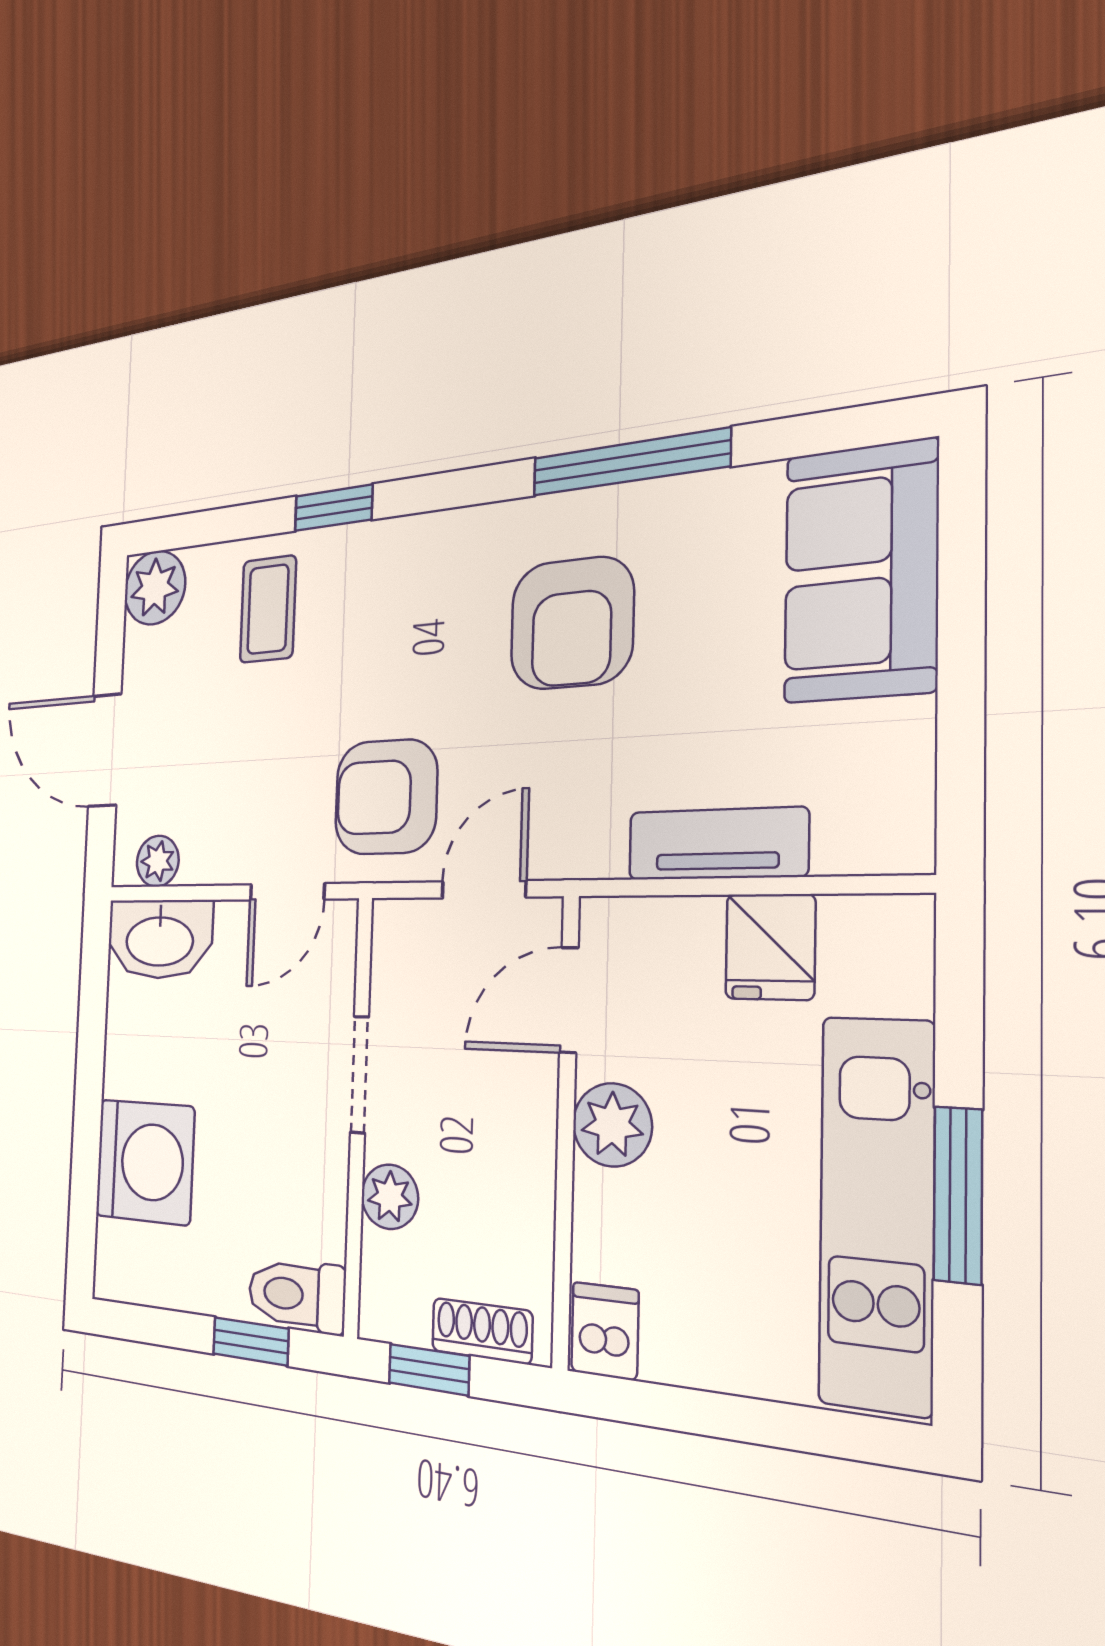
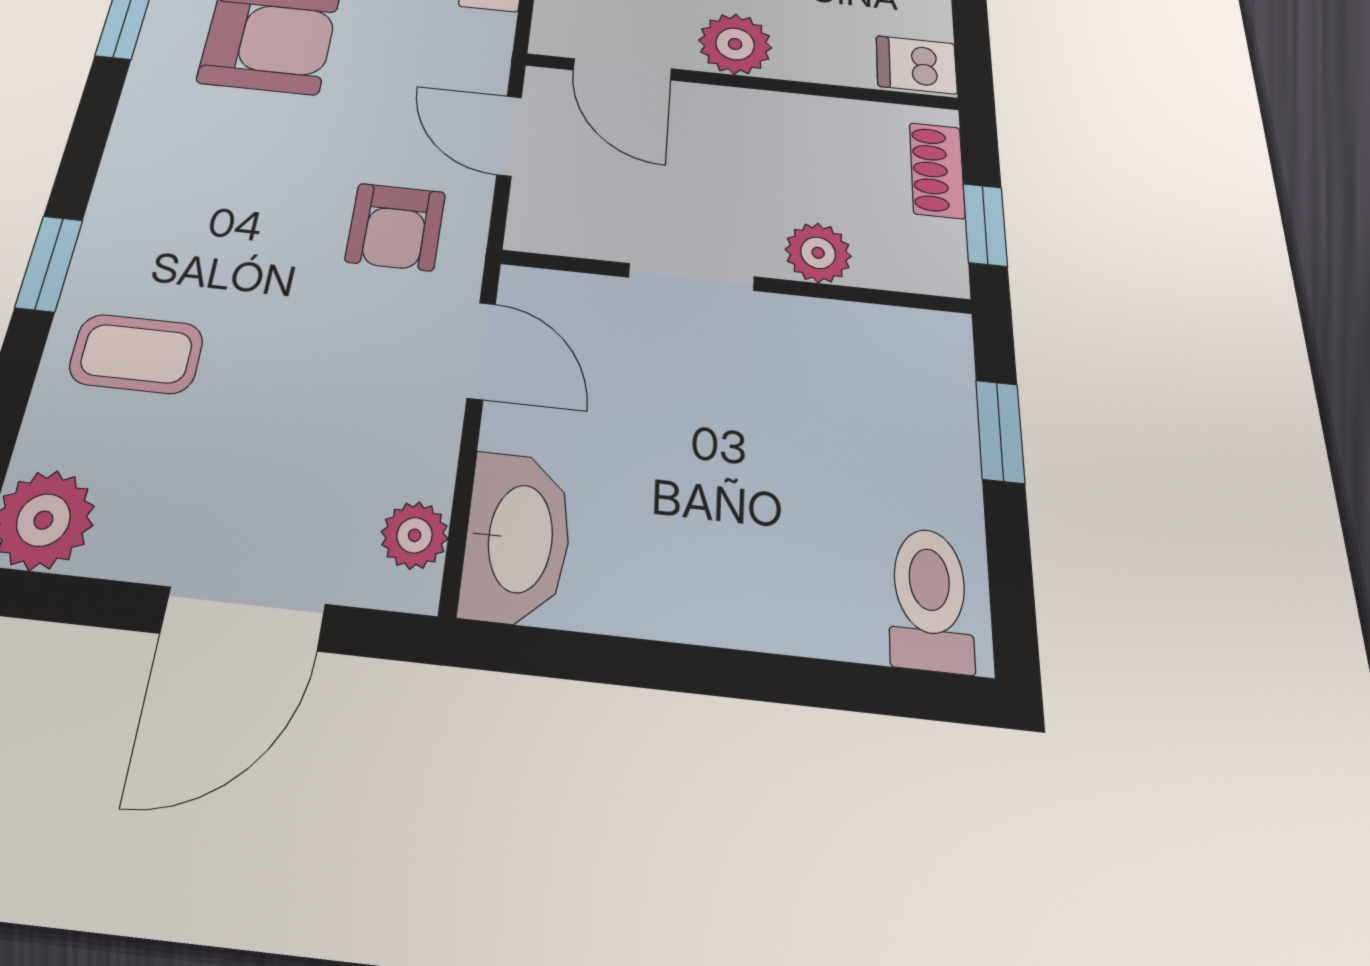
armchair: (386, 797) -> (396, 227), width x0.72, depth x0.72
washing machine: (145, 1162) -> (805, 578), removed
toilet: (297, 1295) -> (930, 599), moved, turned 180

